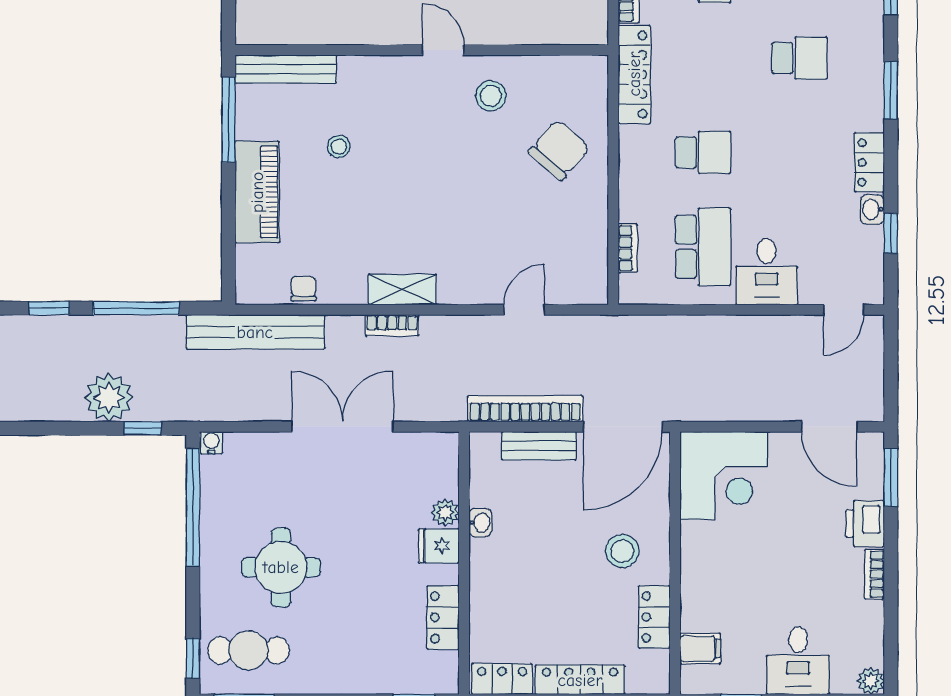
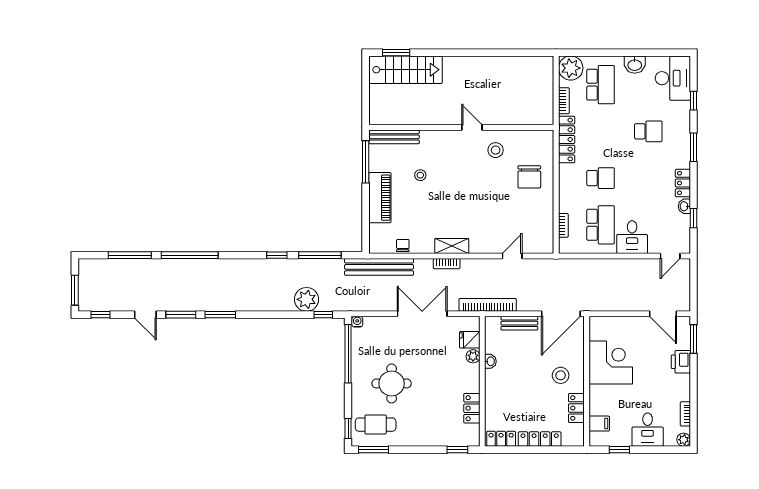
chair: (559, 150) -> (529, 177), turned 139
bookcase: (525, 409) -> (488, 305), moved
corner desk: (724, 475) -> (611, 363), moved, turned -90
fridge: (439, 546) -> (470, 340), moved
bookcase: (874, 574) -> (685, 414), moved

